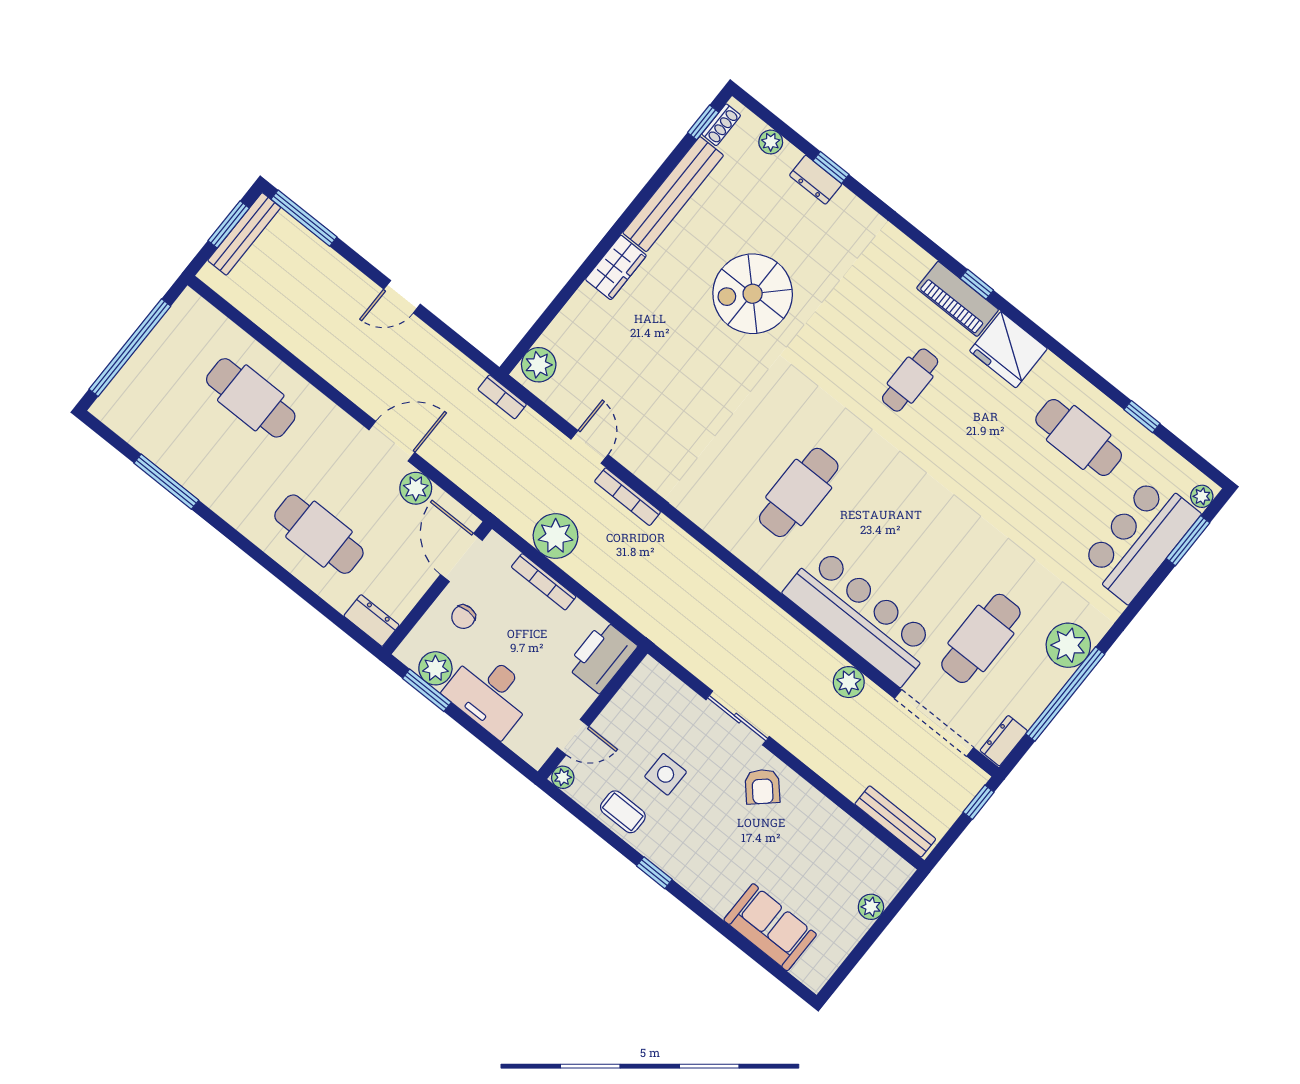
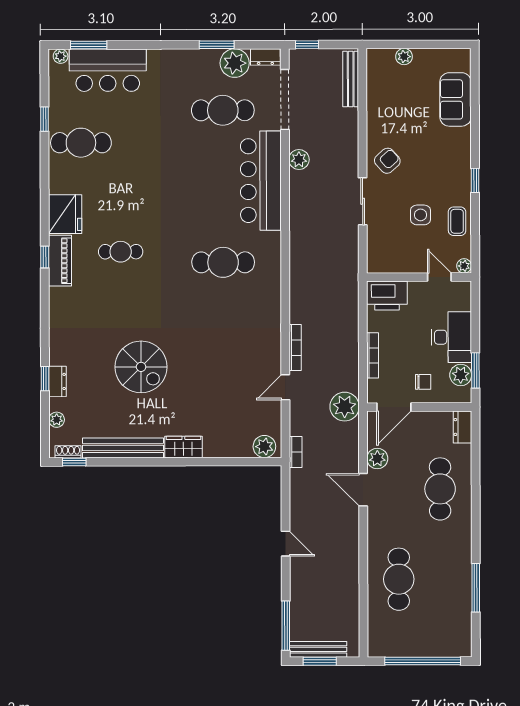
cafe table: (1079, 437) -> (81, 143), turned 90
plant: (556, 536) -> (345, 407), moved
plant: (1068, 645) -> (235, 63), moved
window: (1065, 694) -> (217, 45), width x0.47

